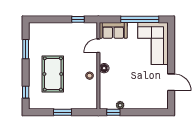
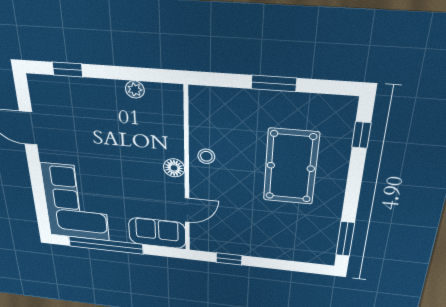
window: (26, 49) -> (345, 239), moved
window: (113, 112) -> (67, 69), moved

